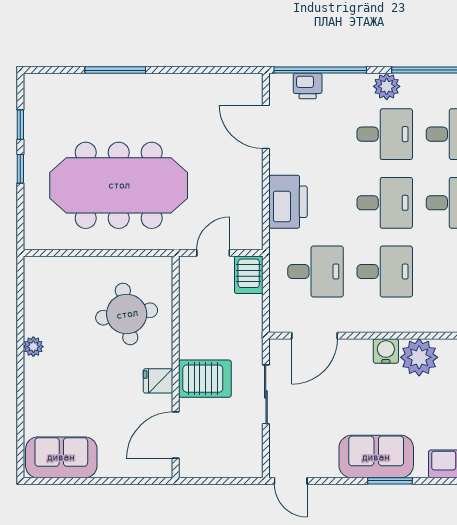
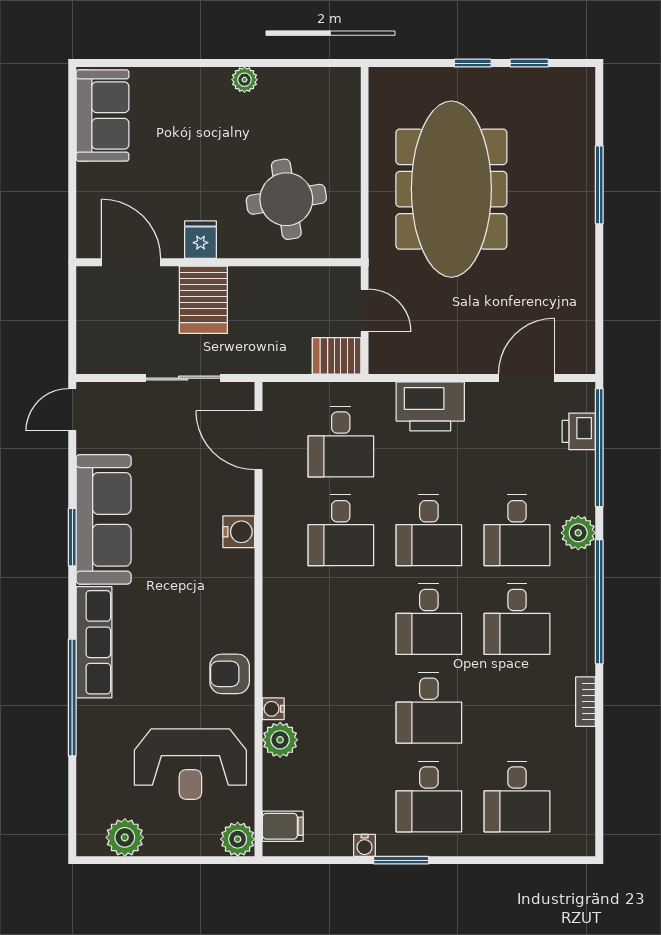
plant: (419, 357) -> (231, 574), removed
sofa: (376, 457) -> (104, 519), width x1.36

